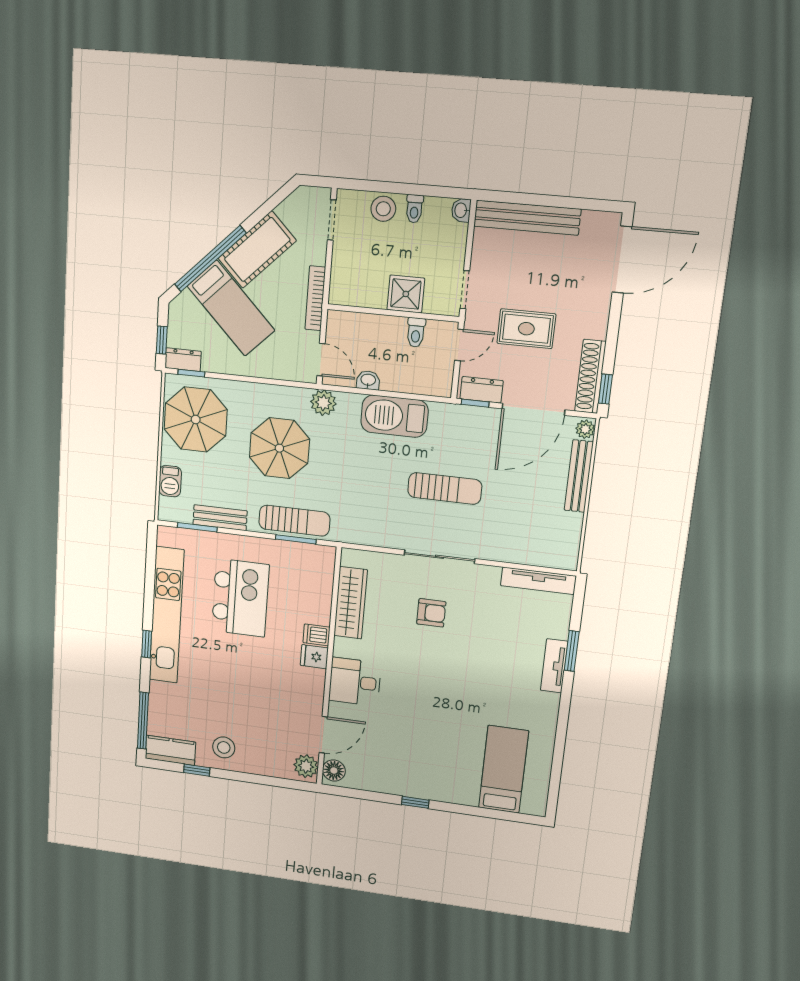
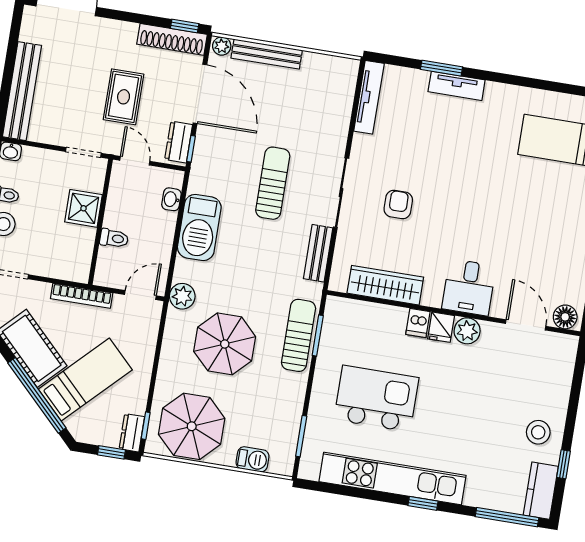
toilet: (416, 332) -> (114, 238), moved
washbasin: (368, 380) -> (171, 199), moved
bench: (220, 518) -> (318, 253), moved
plant: (306, 766) -> (467, 331), moved

